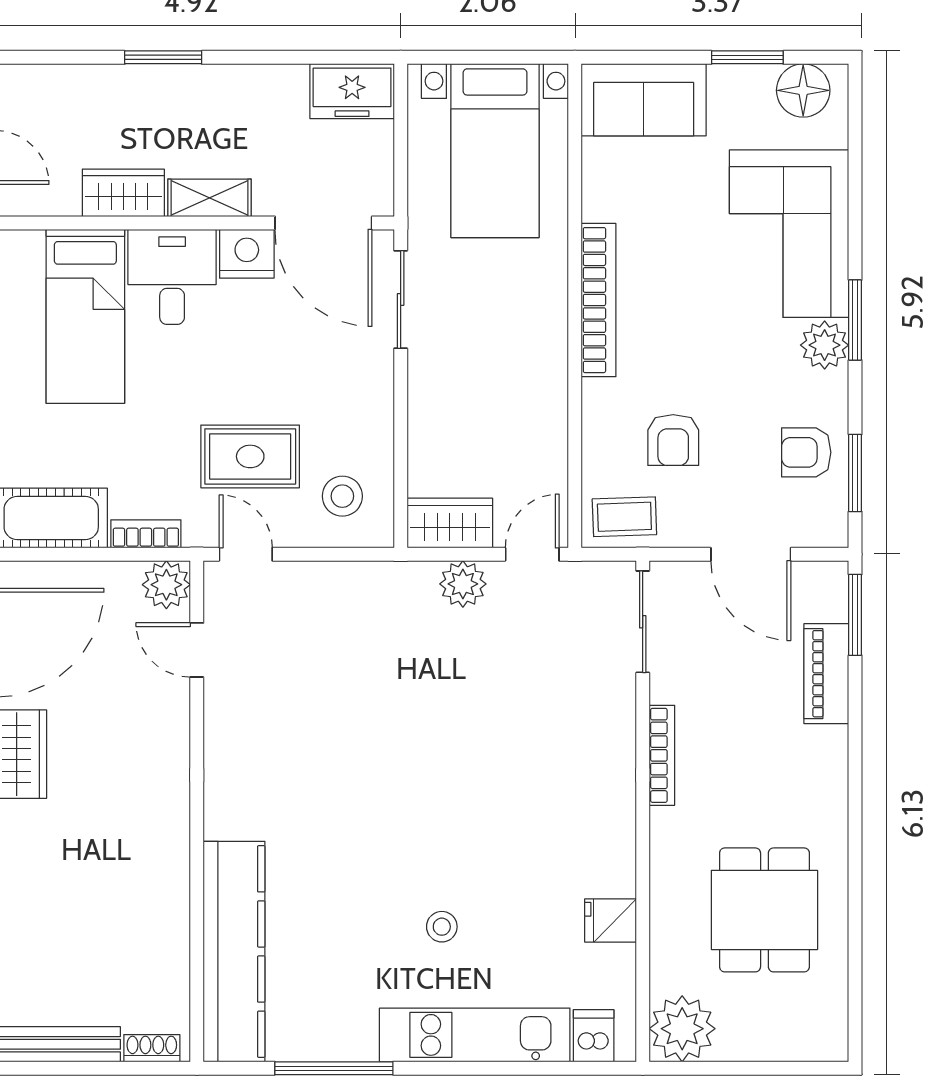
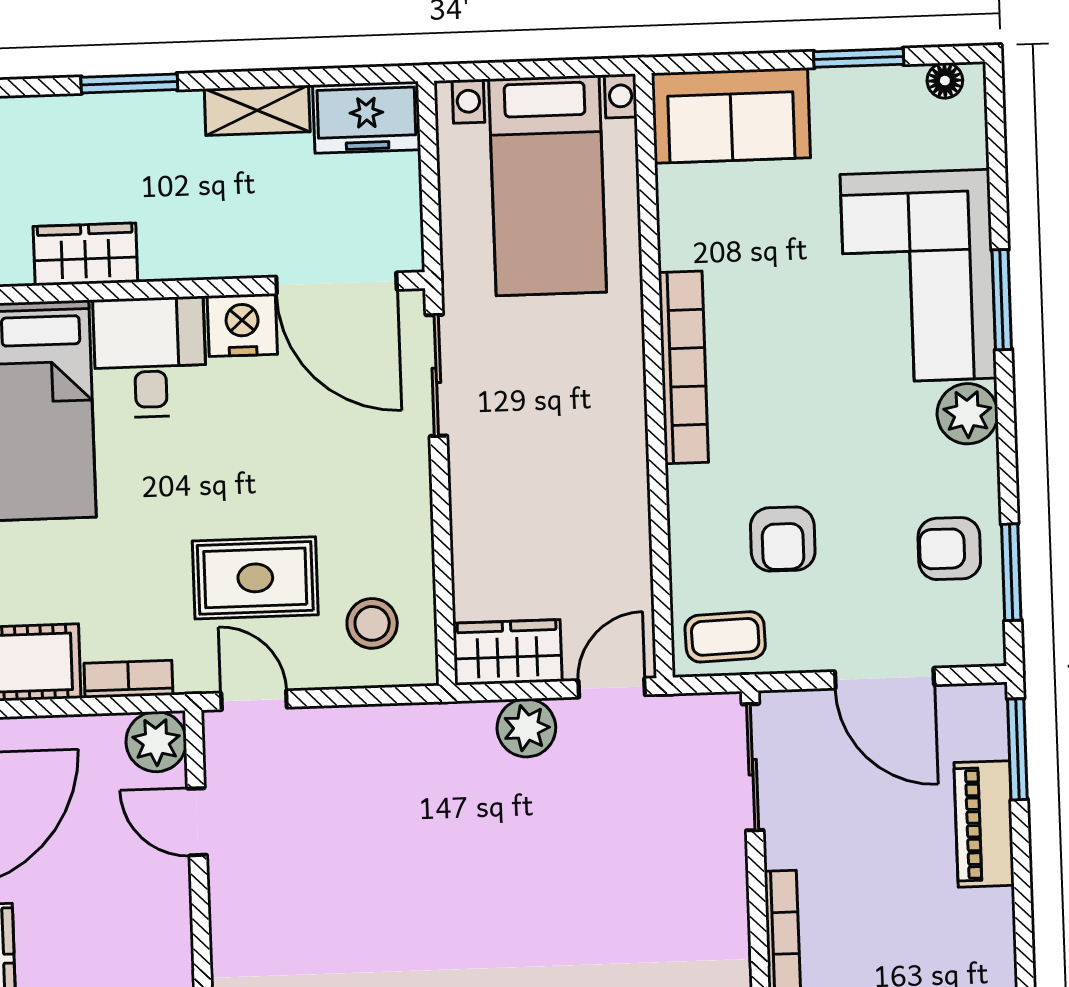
floor lamp: (803, 90) -> (945, 81), width x0.53, depth x0.53
shelving: (209, 198) -> (257, 110), moved
window: (855, 320) -> (1002, 300), moved

